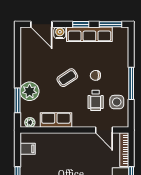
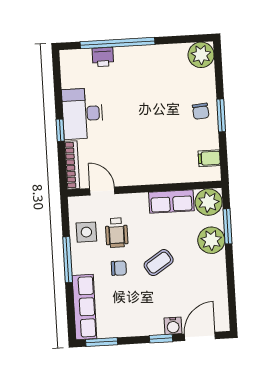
door: (41, 24) -> (200, 336), hinge flipped
window: (81, 24) -> (161, 339), moved
row of seats: (89, 34) -> (84, 307), moved, turned 90
wheelchair: (96, 100) -> (117, 233), turned 180
plant: (30, 122) -> (209, 202), width x1.87, depth x1.87

